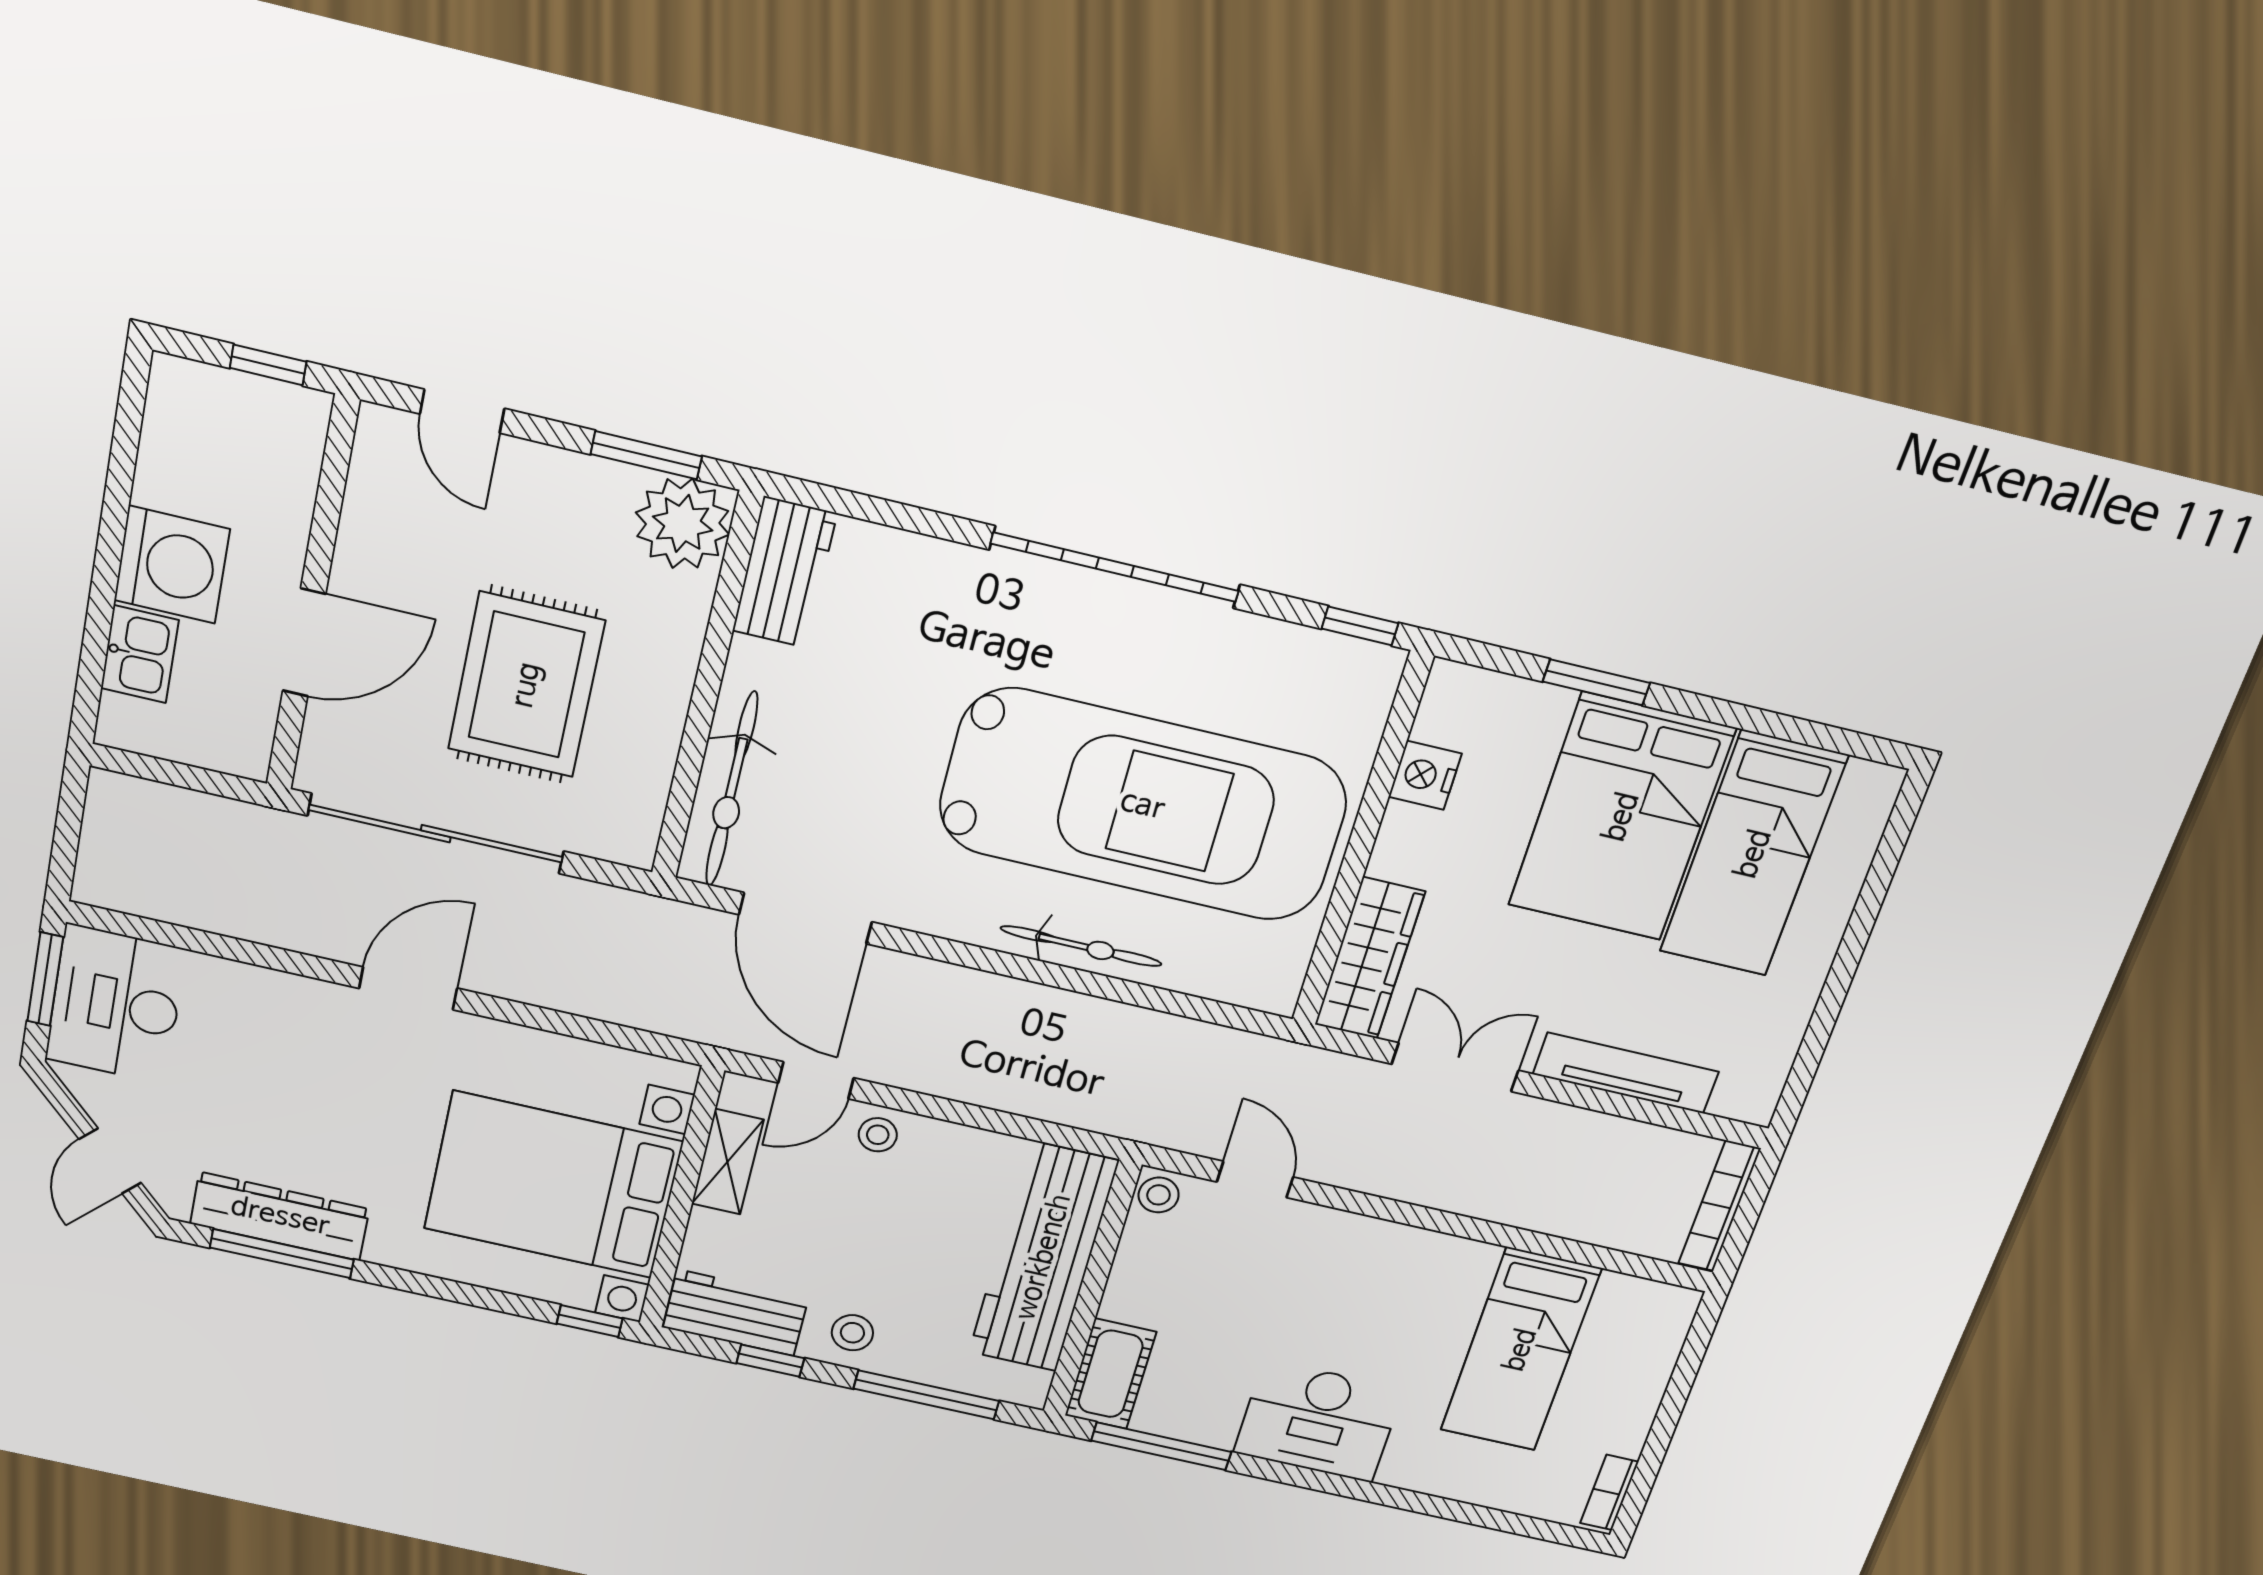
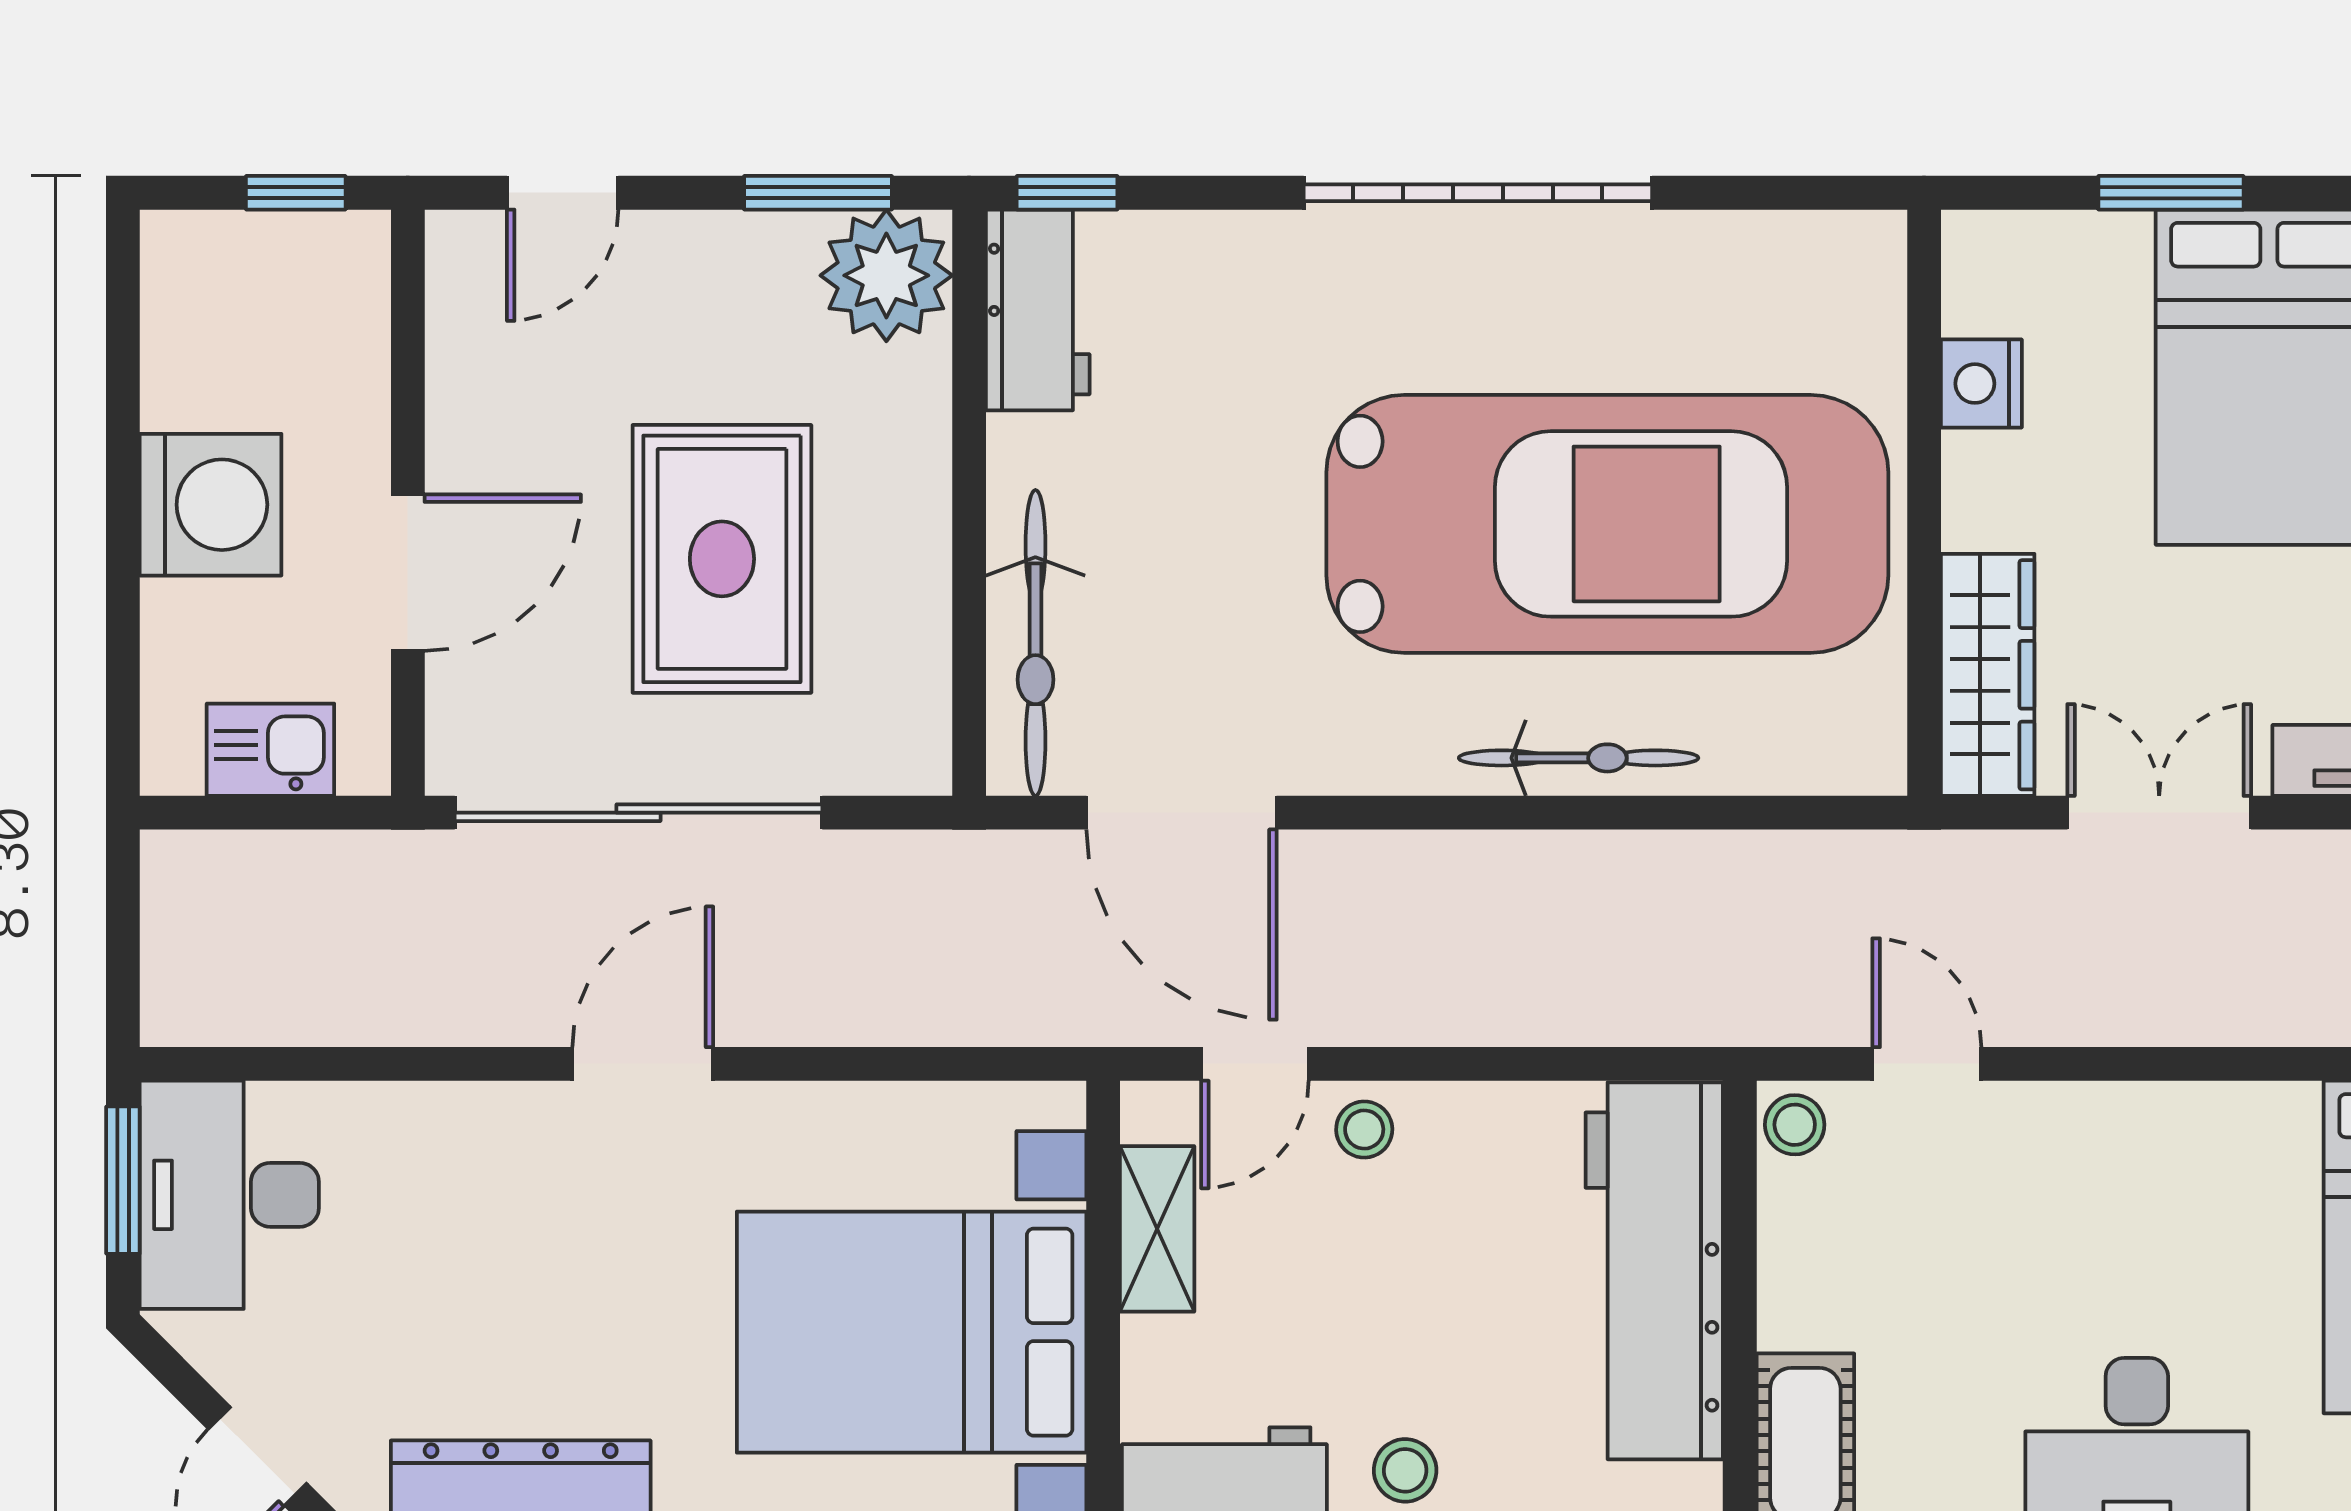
door: (462, 411) -> (563, 193), hinge flipped
window: (1360, 626) -> (1067, 193), moved
kitchen sink: (140, 654) -> (270, 750), moved, turned -90

